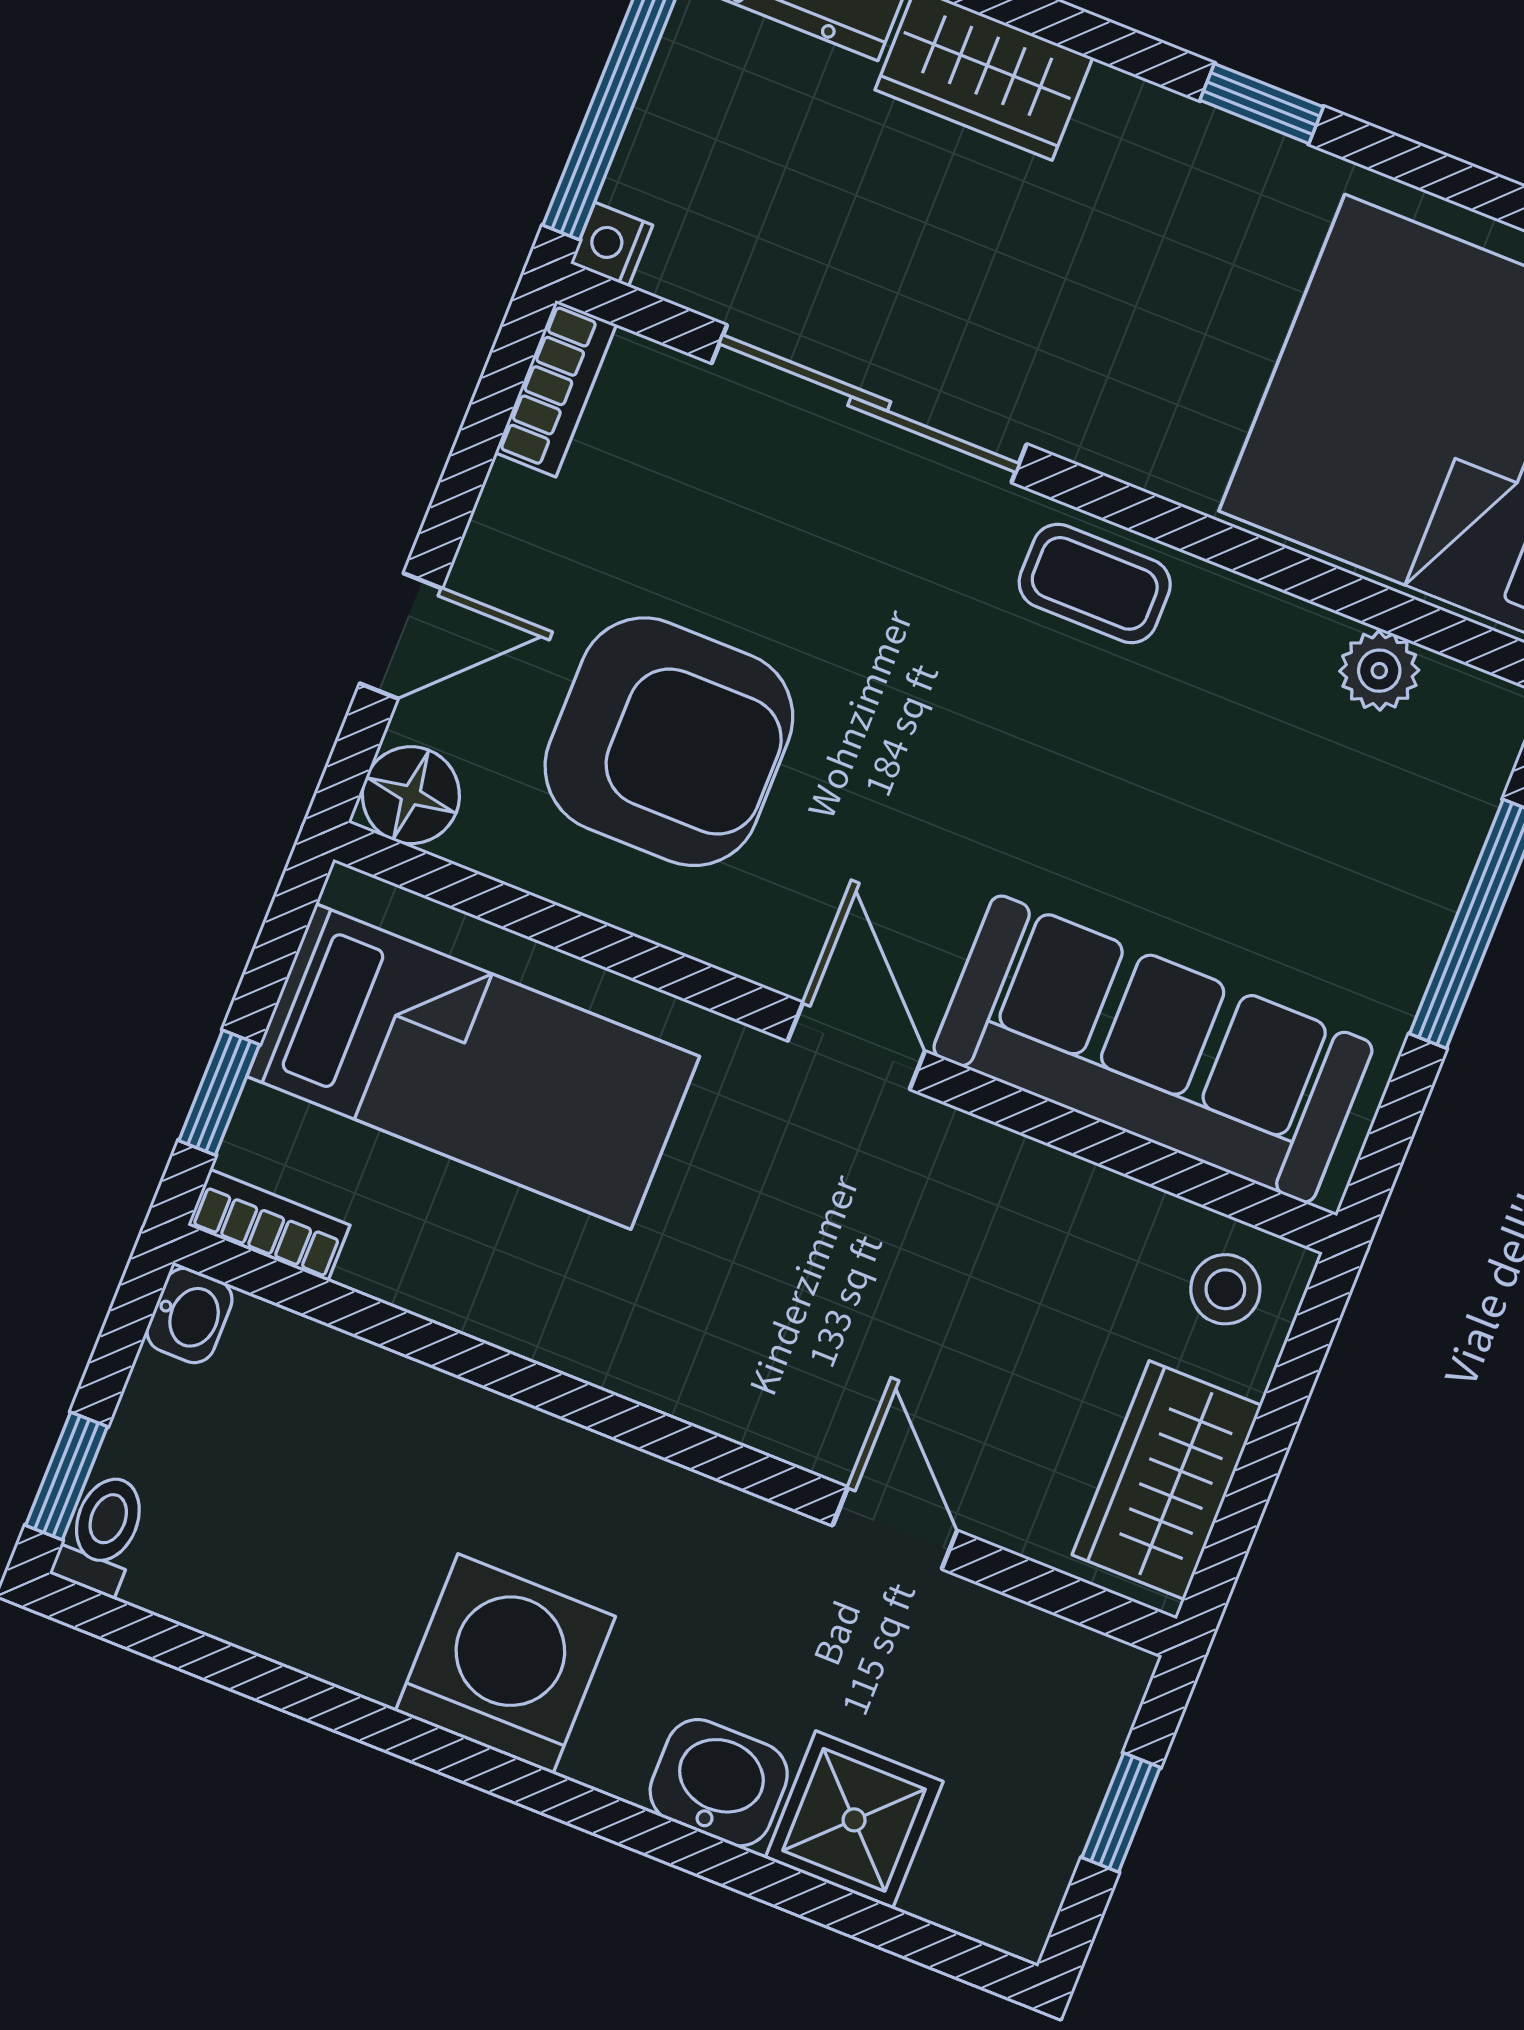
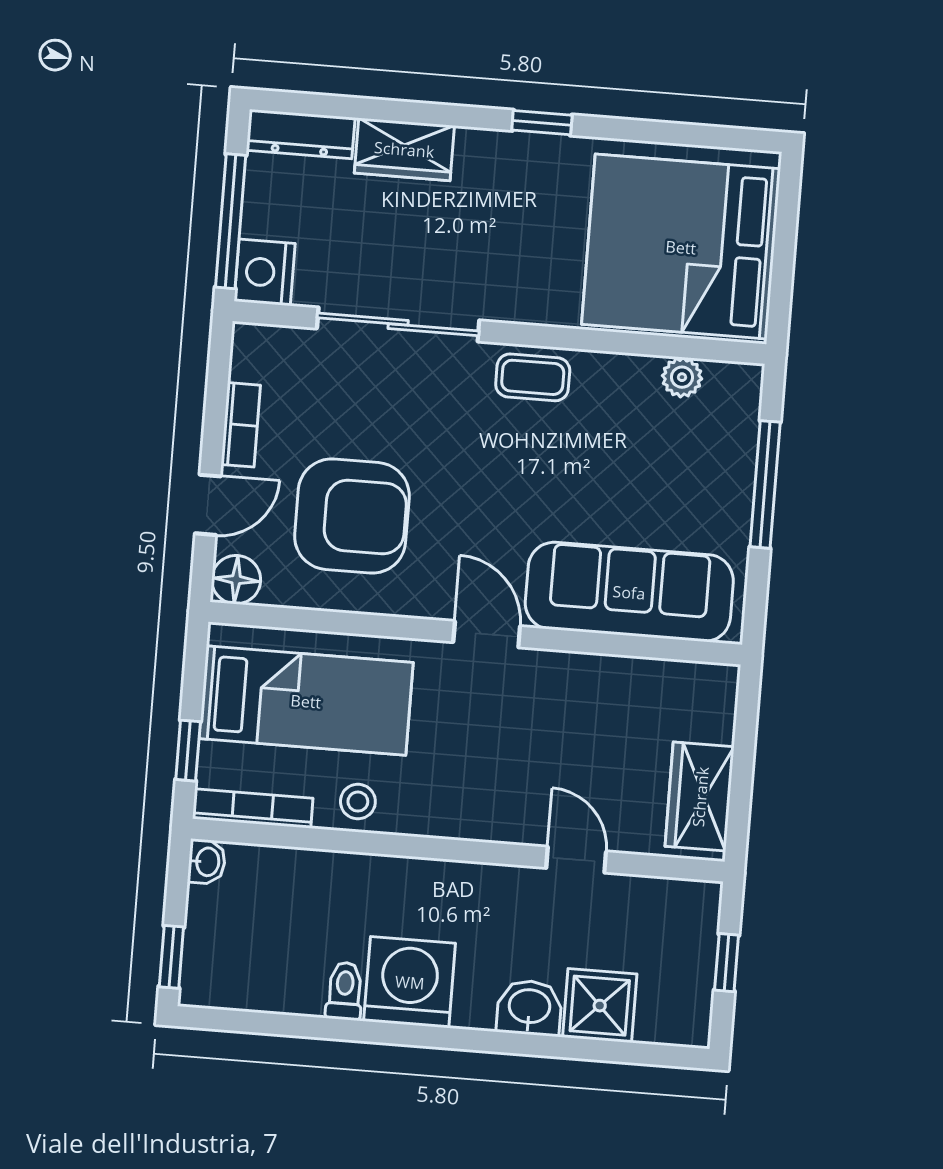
nightstand: (611, 244) -> (265, 272), width x1.89, depth x1.79
bookcase: (556, 389) -> (241, 425), moved
bookcase: (269, 1225) -> (253, 809), width x1.56
stool: (1225, 1289) -> (358, 802), moved
toilet: (102, 1534) -> (345, 991), moved

